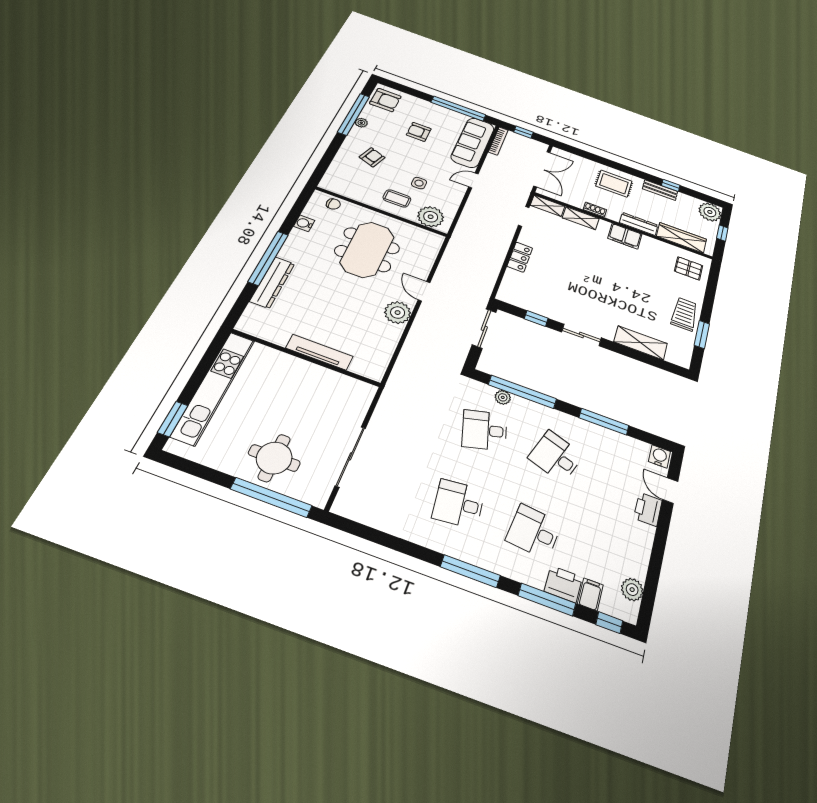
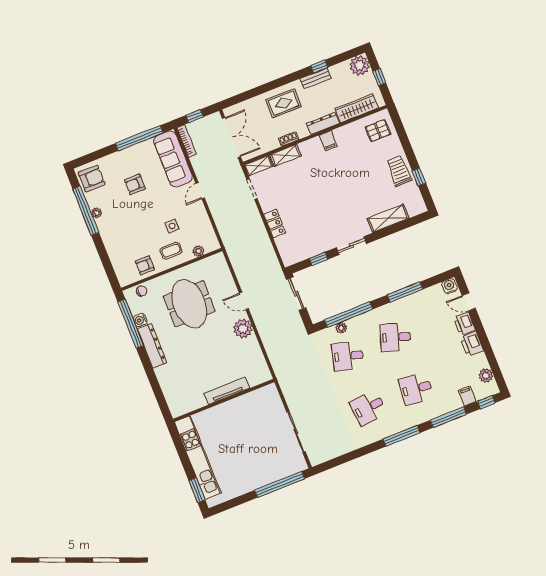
armchair: (372, 157) -> (145, 265), moved, turned -110
plant: (431, 217) -> (198, 251), width x0.53, depth x0.53
filing cabinet: (625, 236) -> (328, 141), width x0.50
window: (268, 258) -> (131, 324), moved
dresser: (272, 282) -> (152, 346), moved
window: (702, 334) -> (419, 177), width x0.67
desk: (485, 430) -> (348, 356), turned 30
round table: (274, 458) -> (262, 465), removed
printer: (563, 584) -> (472, 344), moved, turned -90

